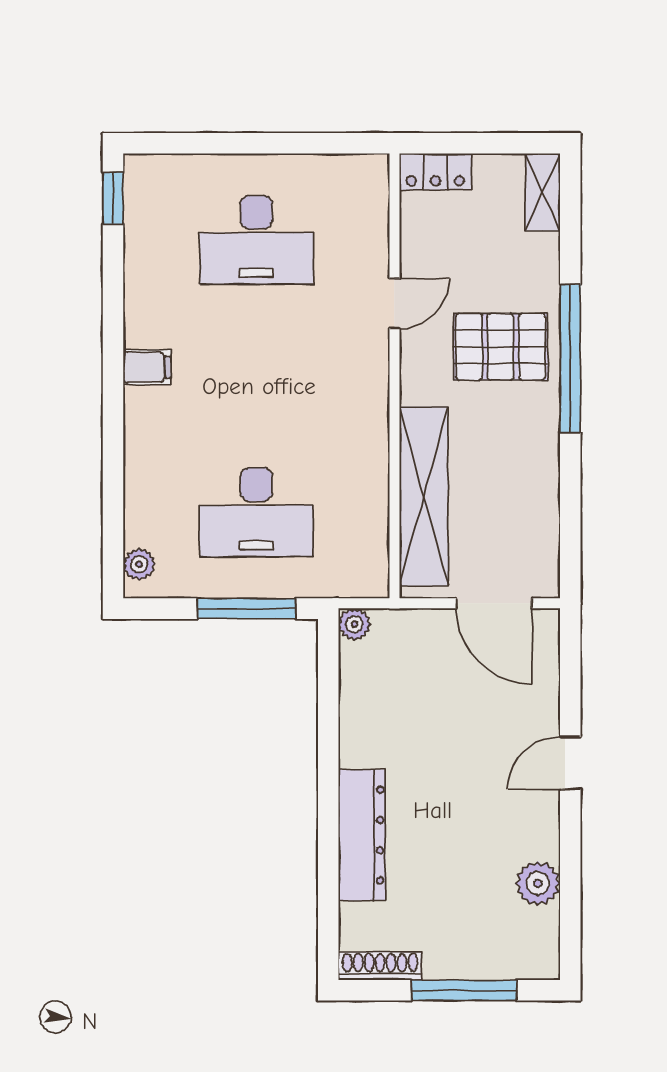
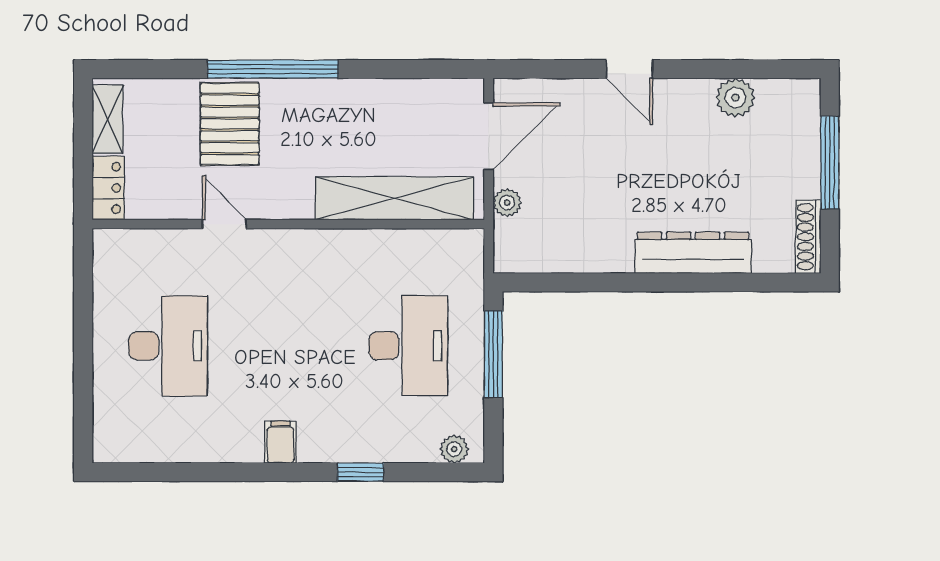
shelving: (543, 192) -> (108, 119), moved, turned 90
window: (113, 199) -> (361, 472), moved
pallet: (501, 347) -> (230, 124), moved
plant: (354, 624) -> (507, 203), moved

